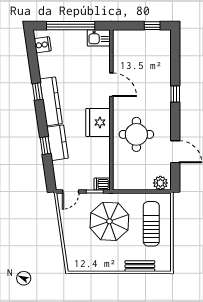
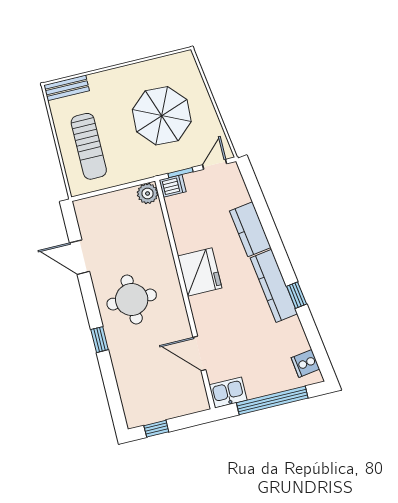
door: (111, 85) -> (199, 354), moved
round table: (136, 134) -> (132, 299), moved
window: (45, 146) -> (267, 221), removed
plant: (160, 183) -> (148, 194), moved
parasol: (109, 221) -> (162, 116), moved
bench: (140, 266) -> (67, 88), moved

